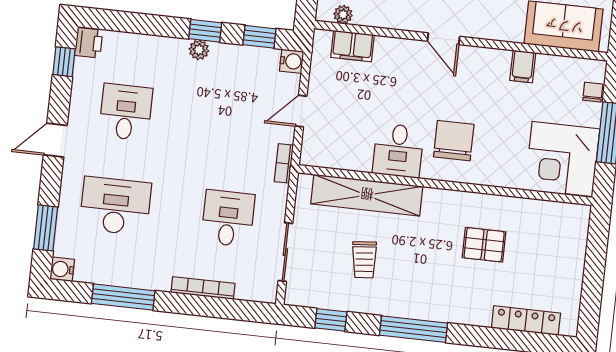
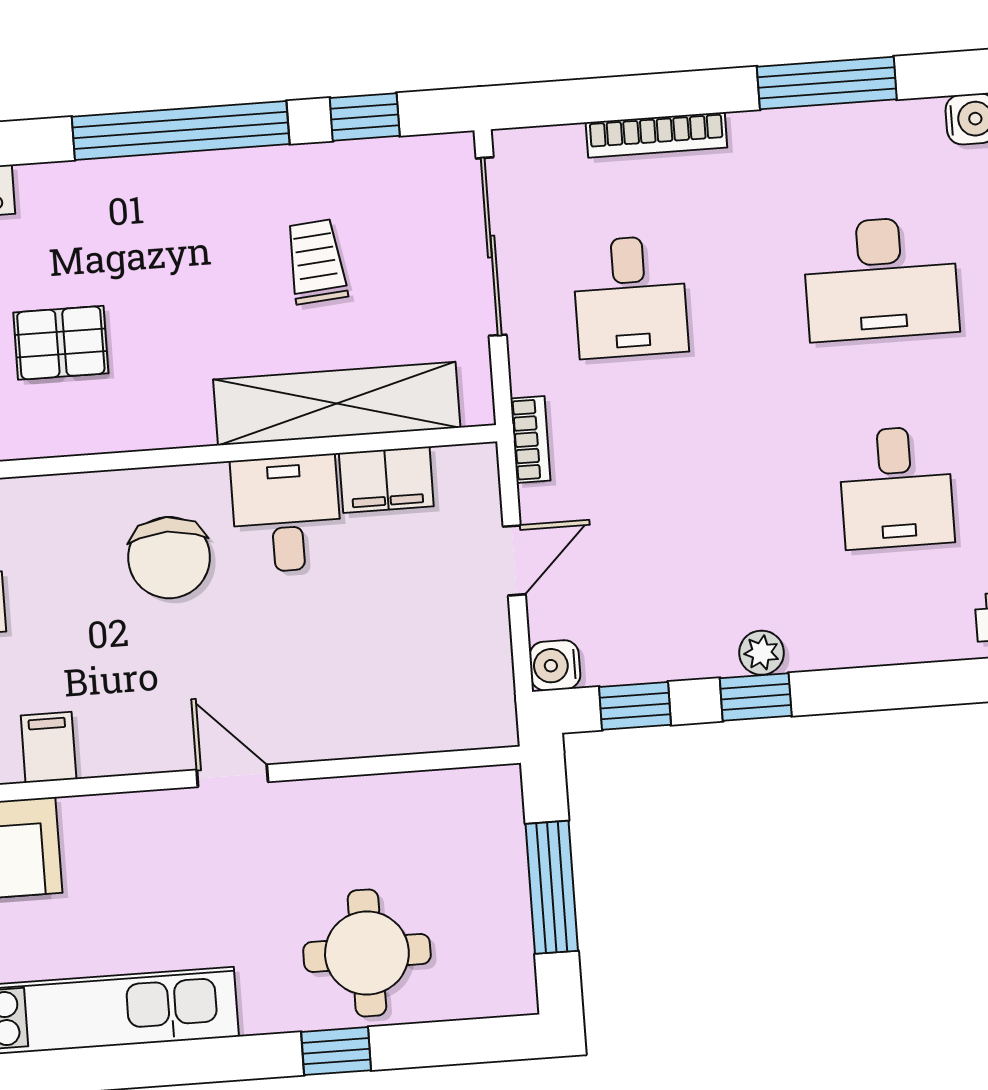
plant: (343, 15) -> (461, 788), removed
filing cabinet: (352, 46) -> (386, 480), moved, turned 180
sliding door: (285, 252) -> (491, 247), width x1.37
window: (414, 329) -> (181, 130), width x1.46

